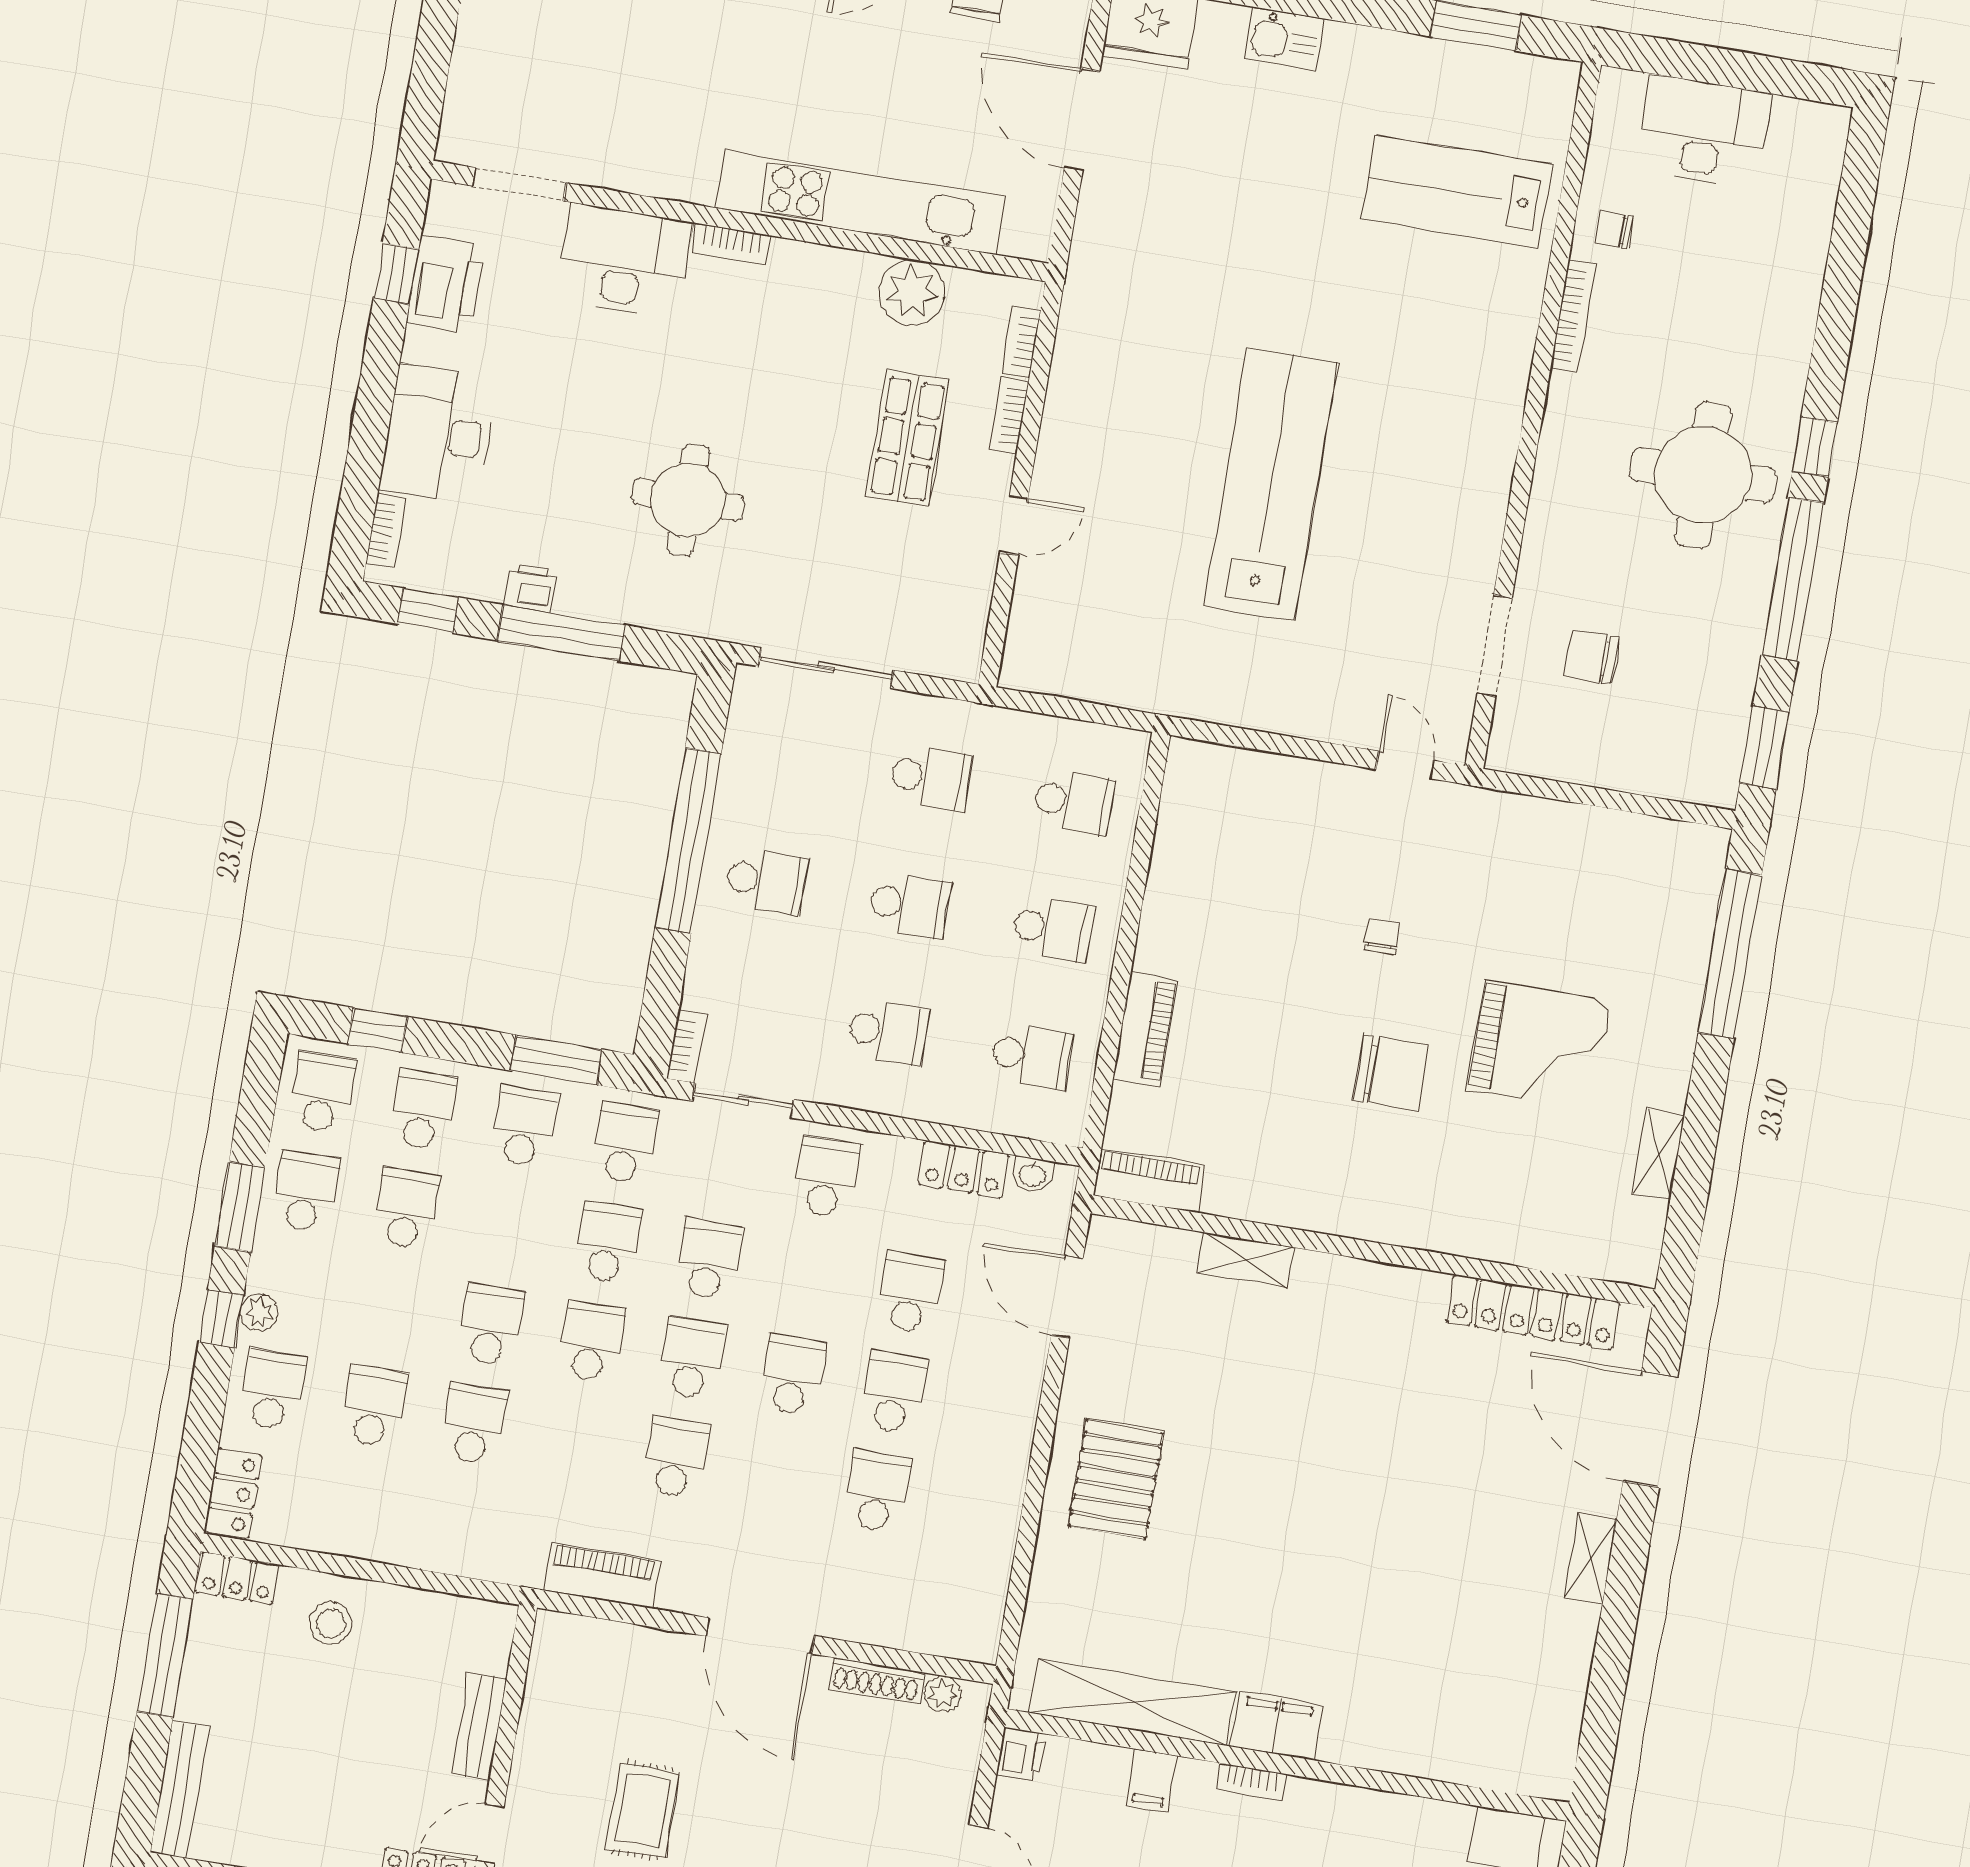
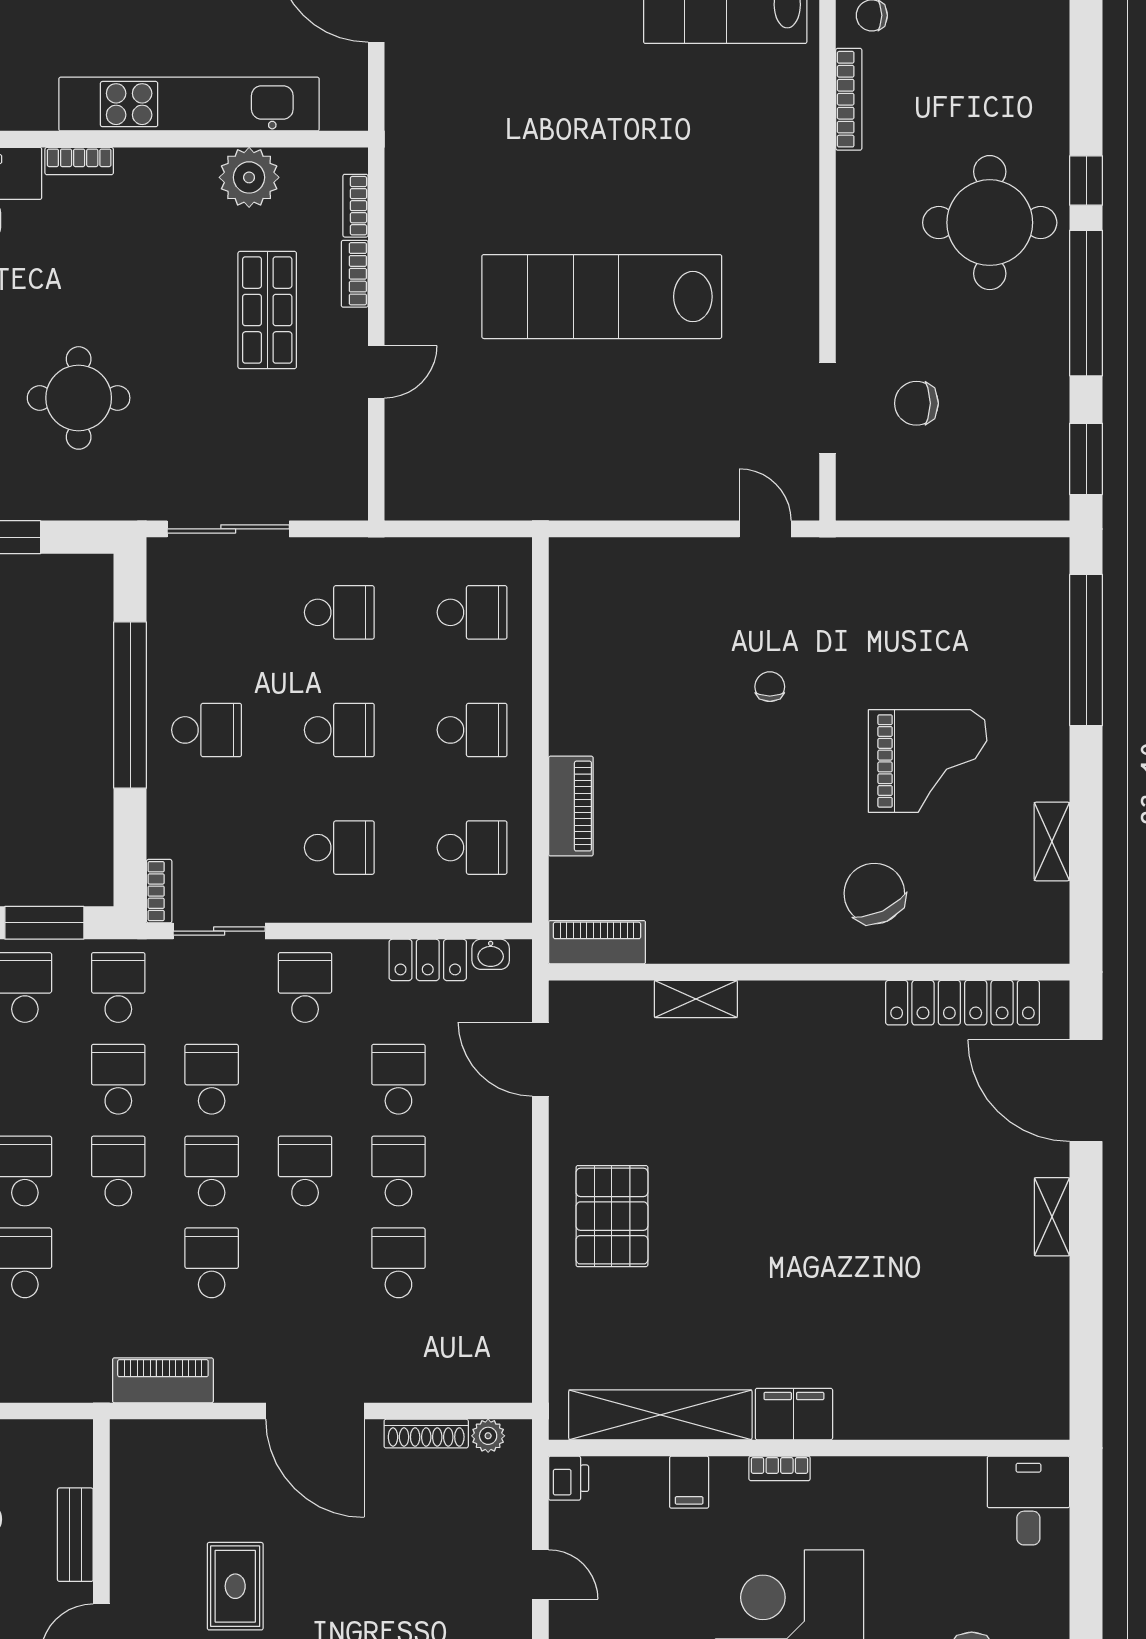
lab bench: (1271, 485) -> (602, 297), turned -90
chair: (1391, 1073) -> (874, 894), moved, turned -115

